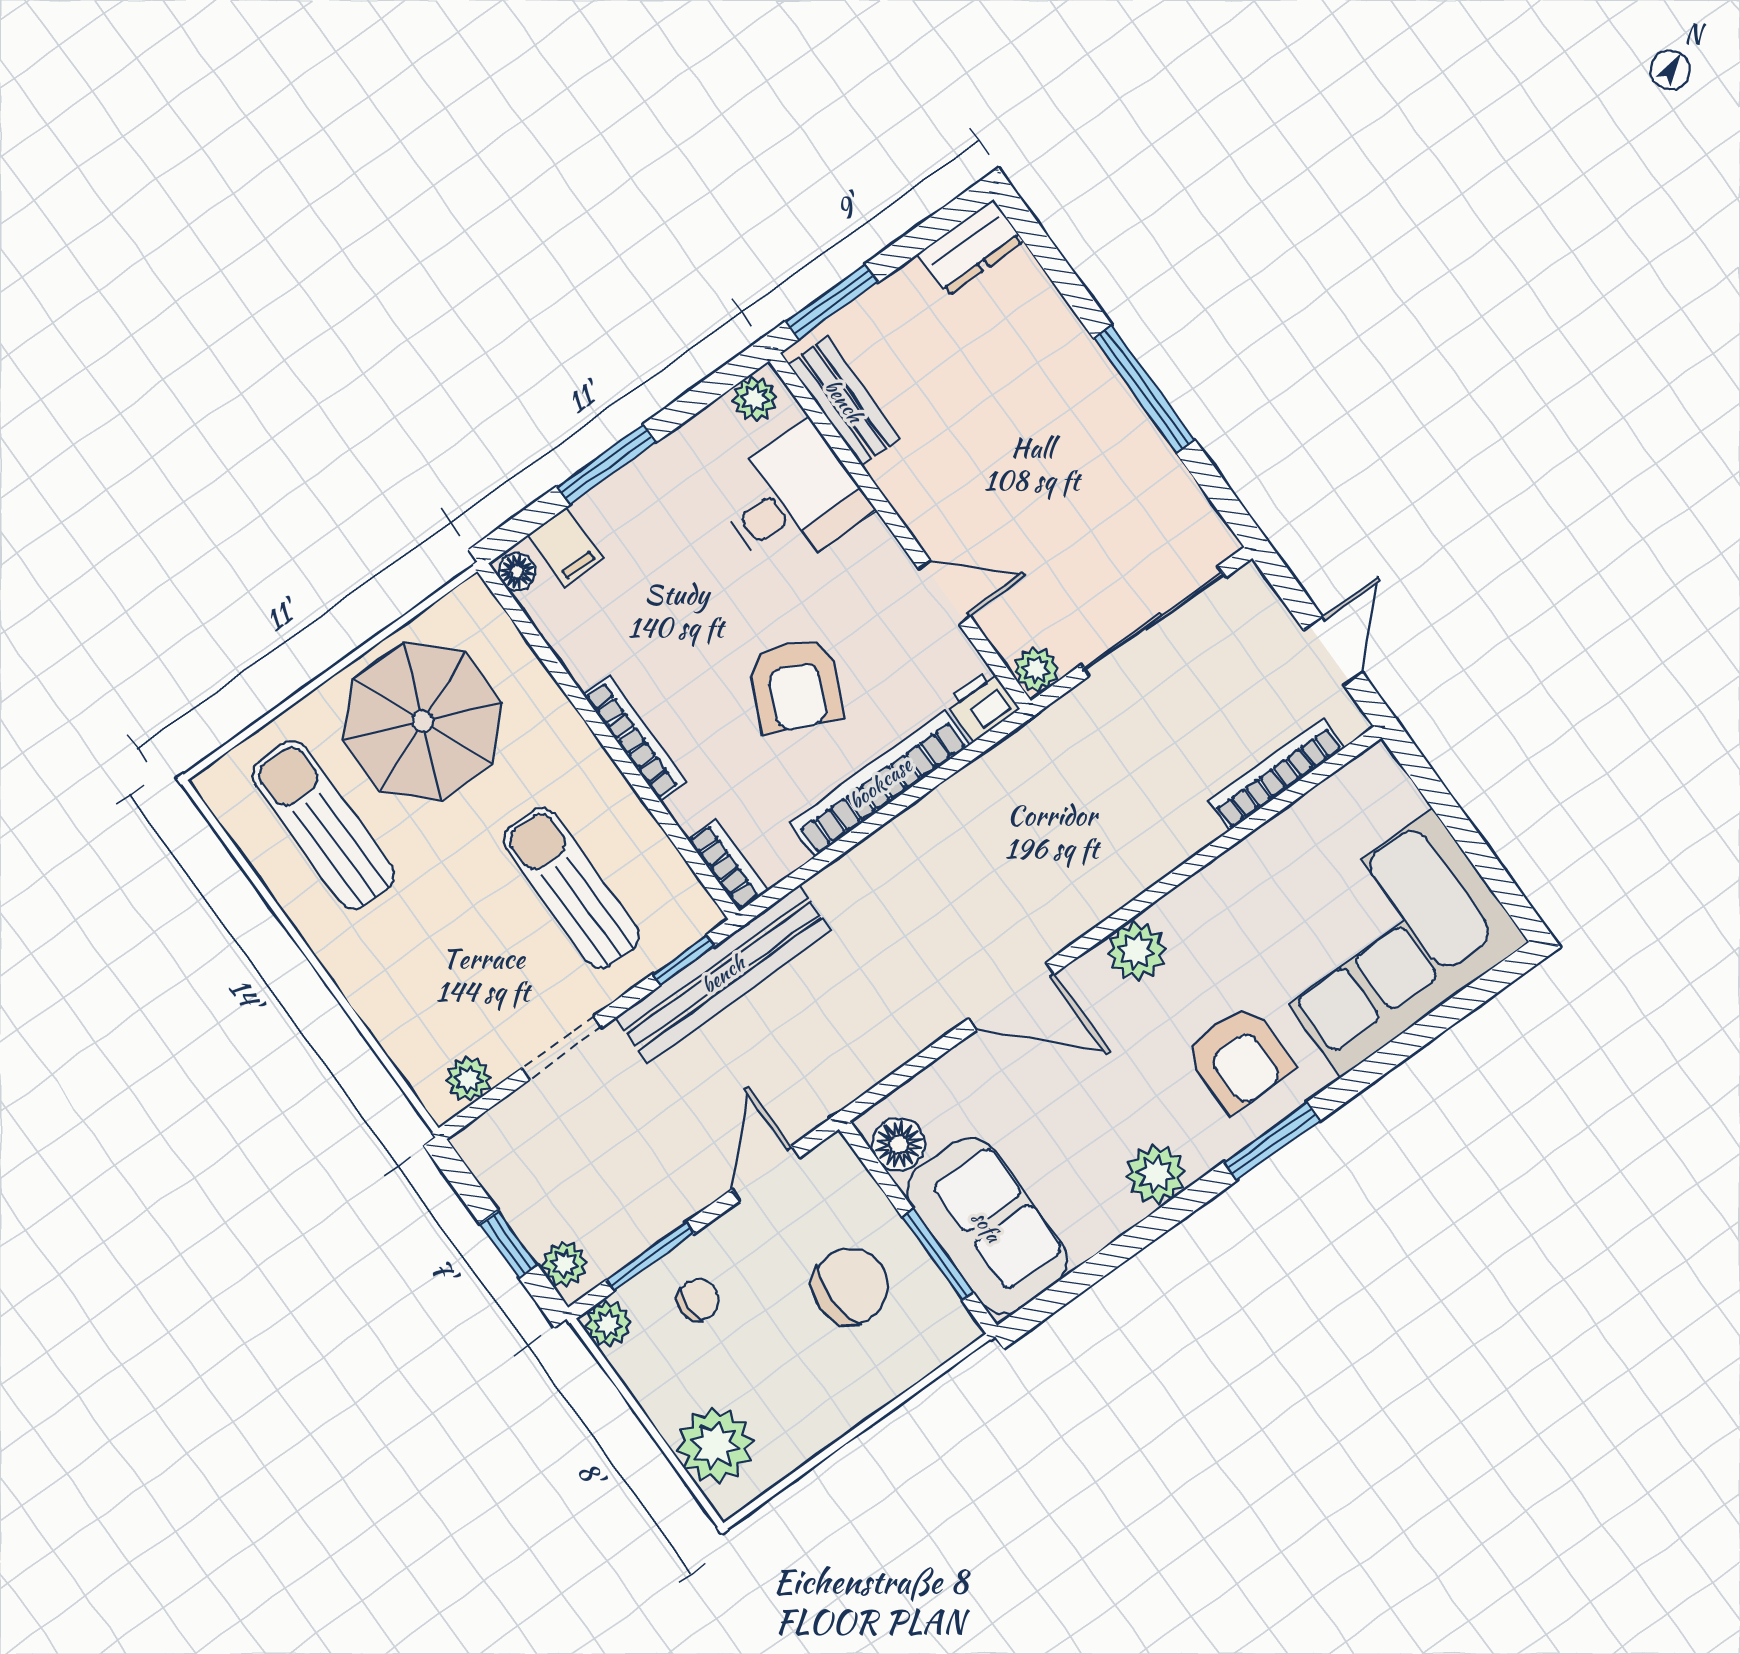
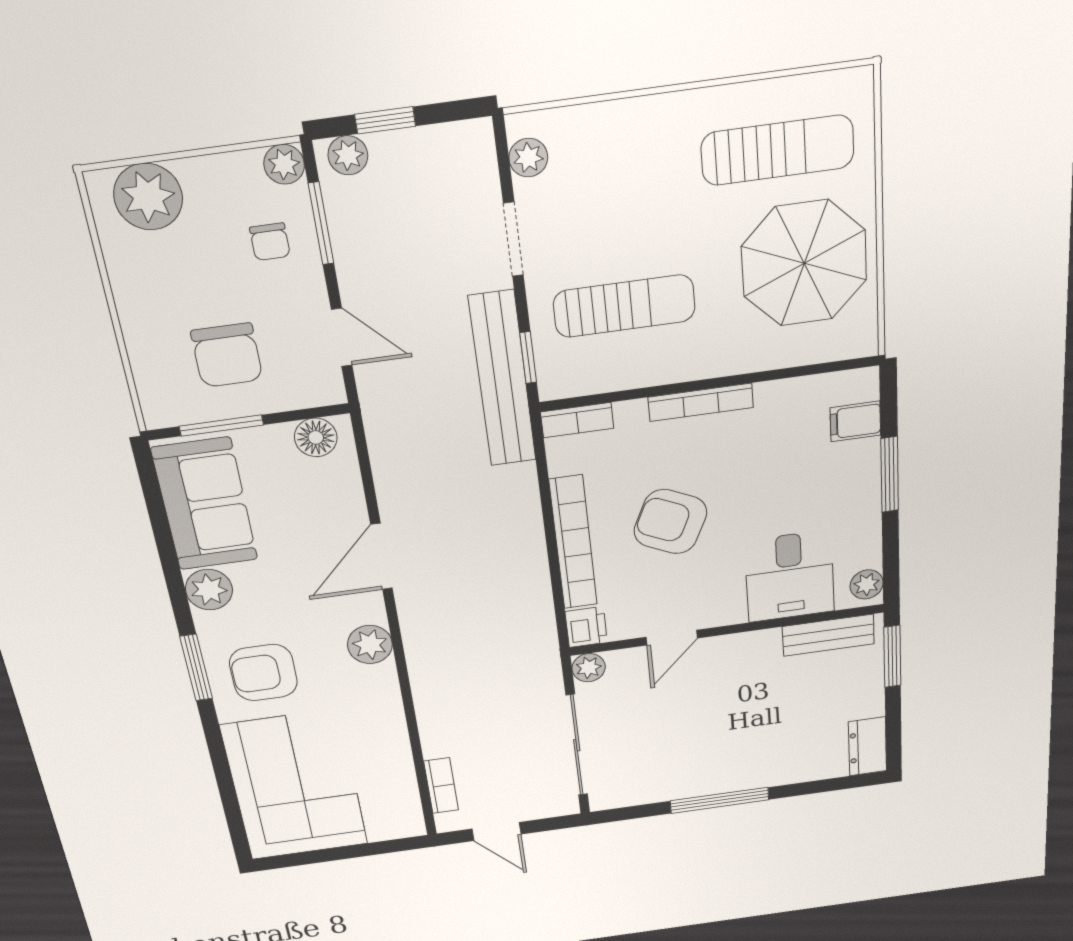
floor lamp: (517, 572) -> (861, 381), removed
bookcase: (1277, 774) -> (441, 786), width x0.64
sofa: (987, 1226) -> (205, 504), moved, turned -90

